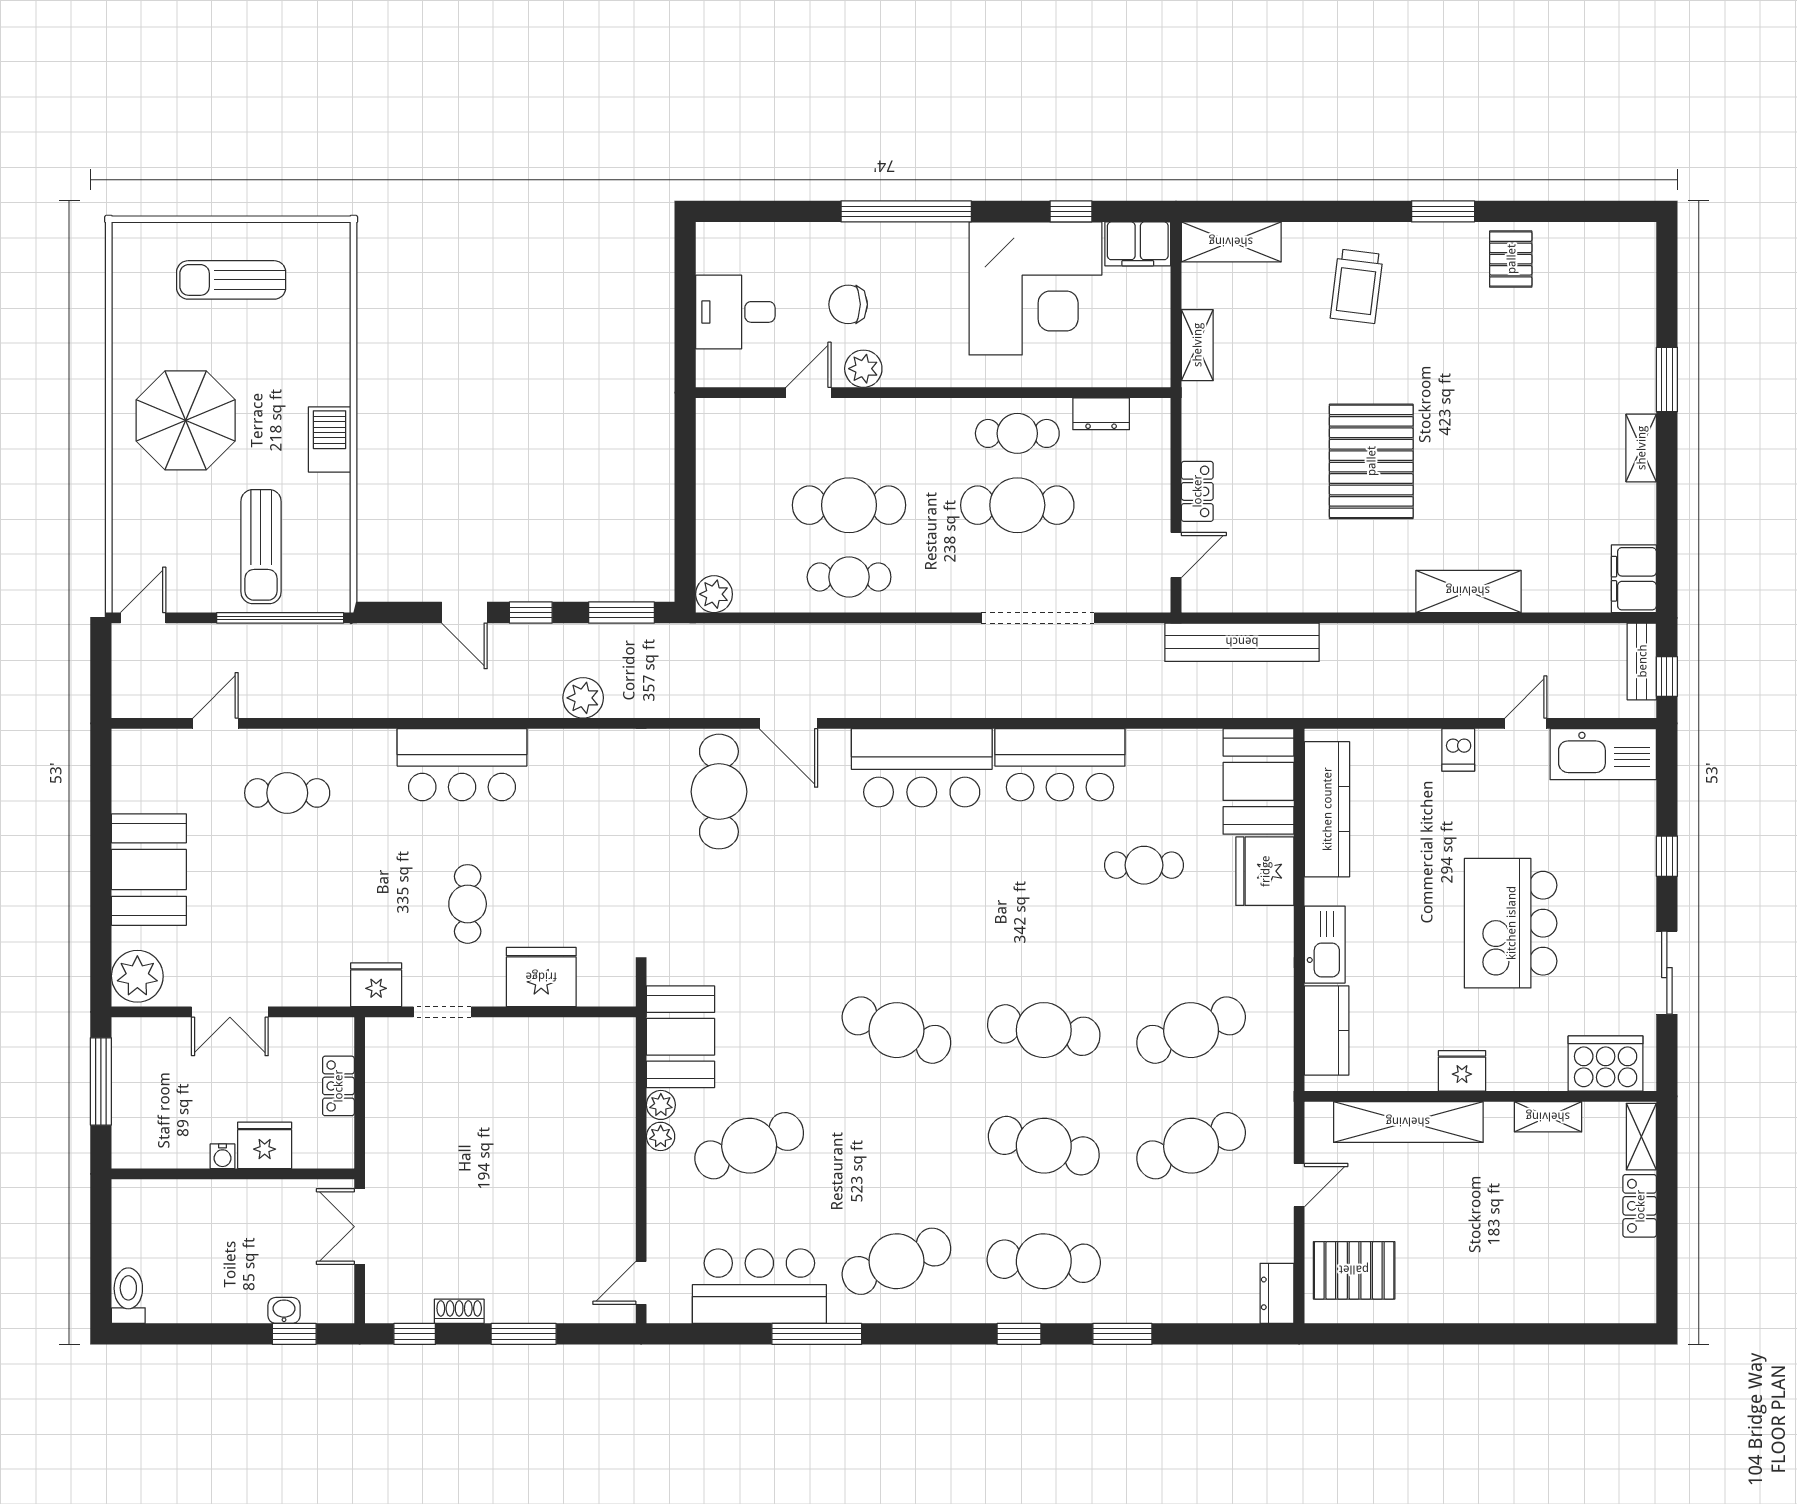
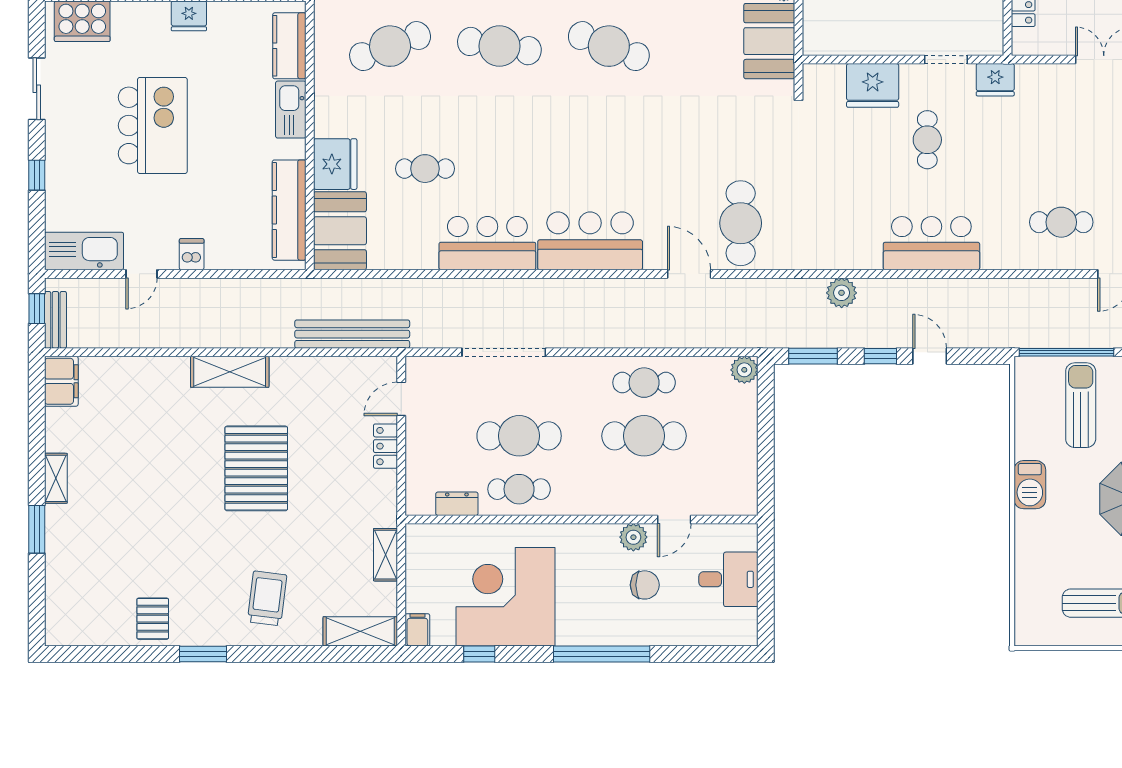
filing cabinet: (1138, 244) -> (417, 630), width x0.50
shelving: (1468, 591) -> (230, 372), moved

